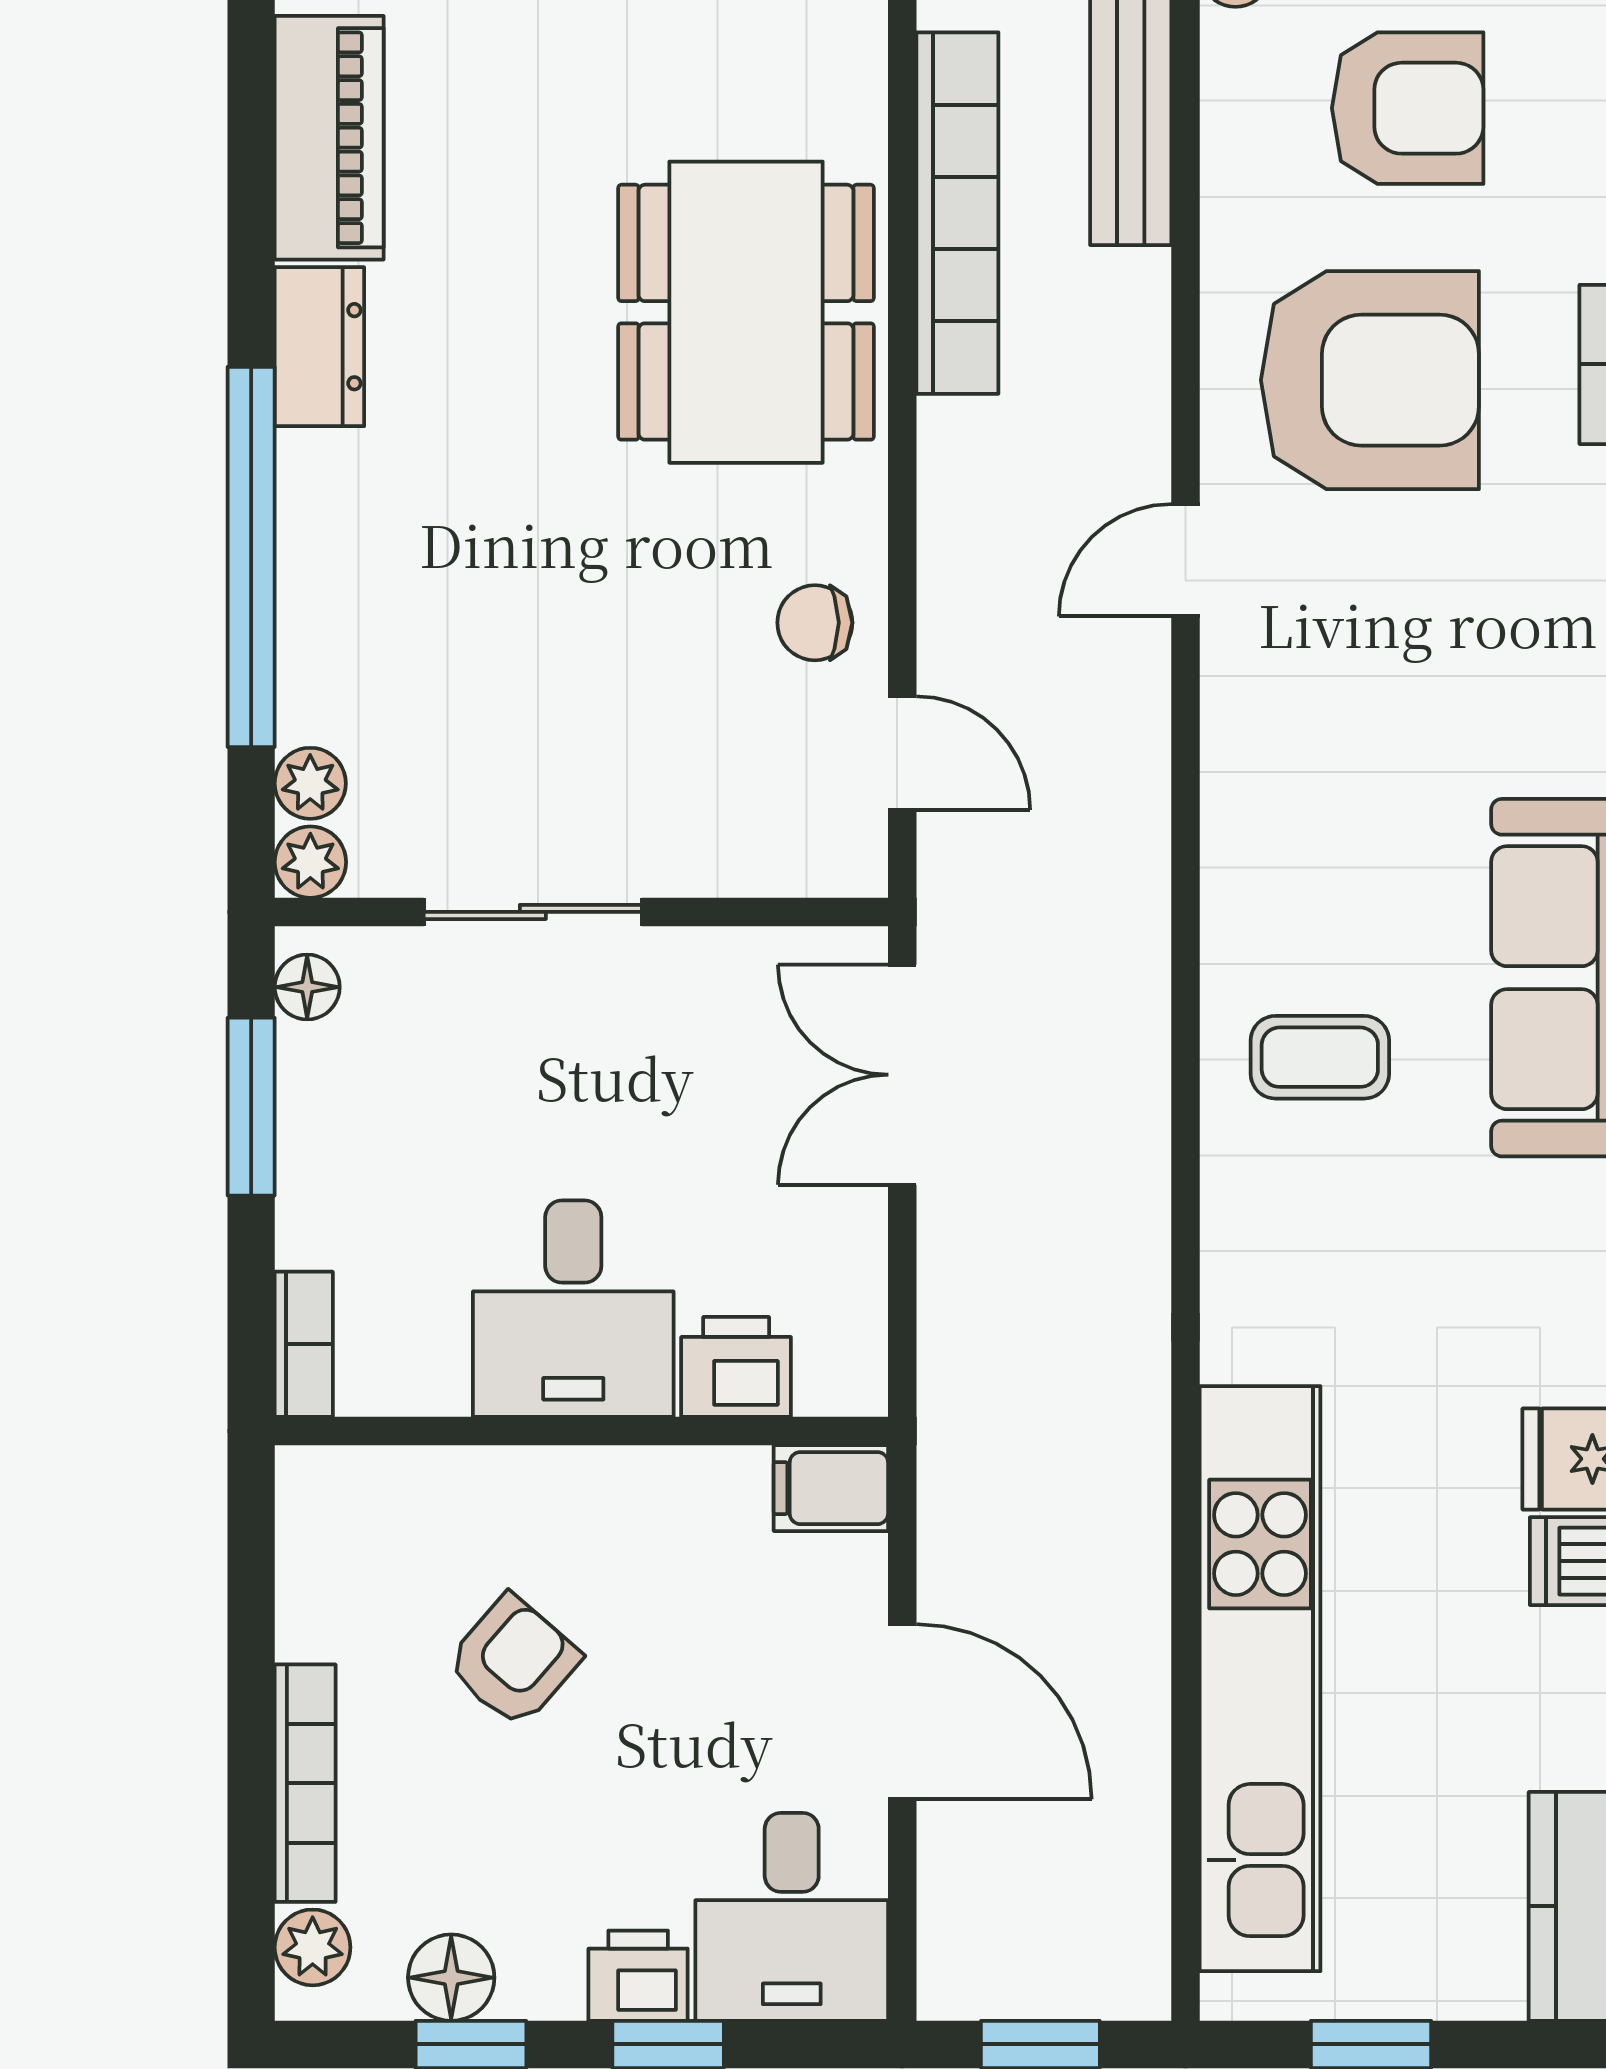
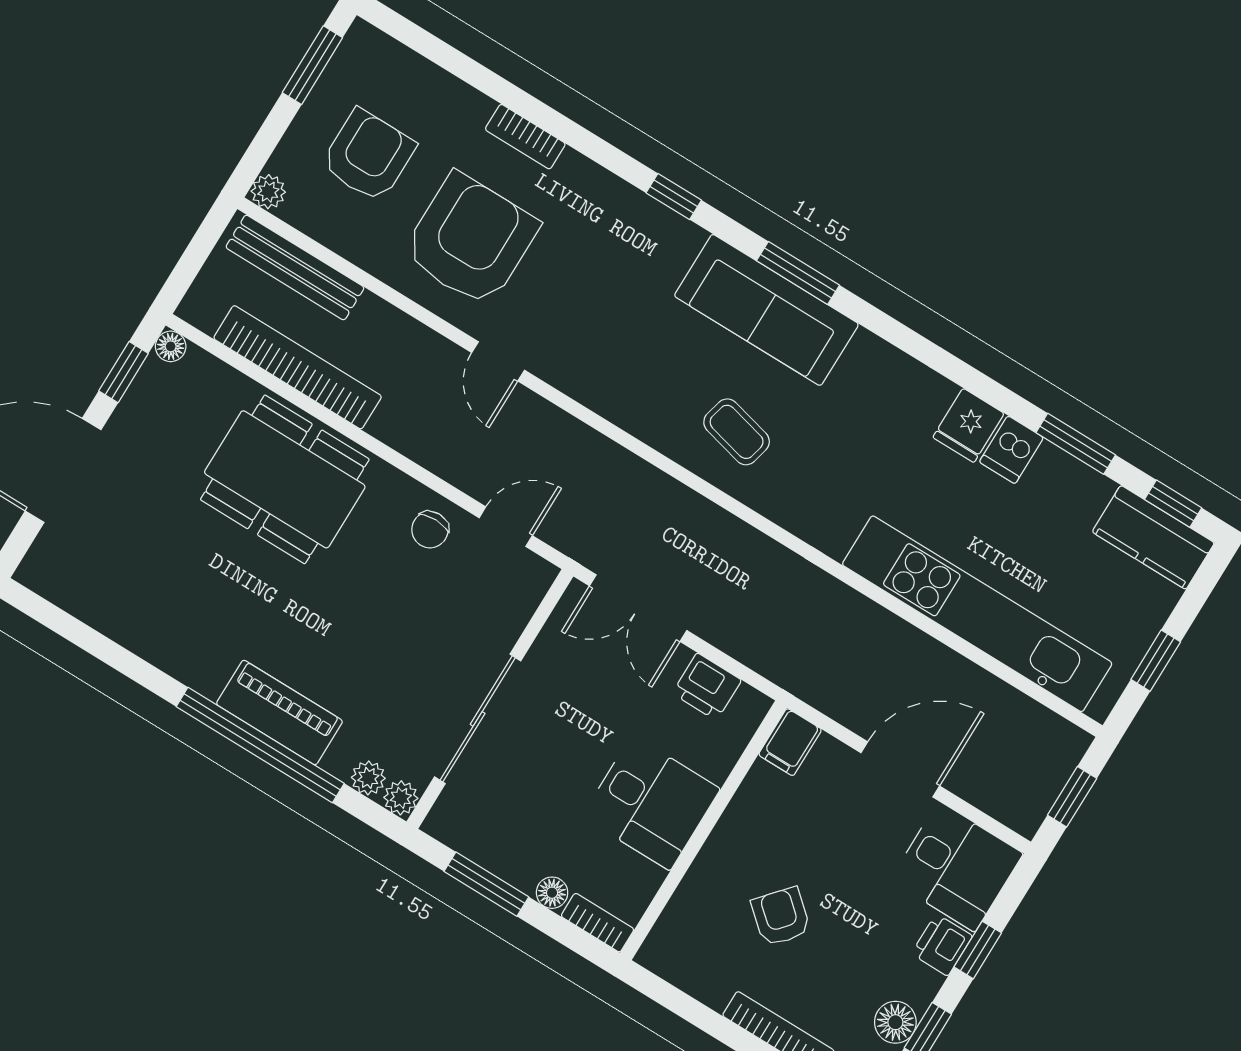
piano: (329, 138) -> (279, 713), moved
dresser: (319, 347) -> (191, 664), removed
sliding door: (533, 912) -> (478, 719), width x1.37
floor lamp: (307, 987) -> (552, 893), moved
coffee table: (1320, 1057) -> (737, 432), turned -76
printer: (736, 1367) -> (707, 687), moved, turned -90

